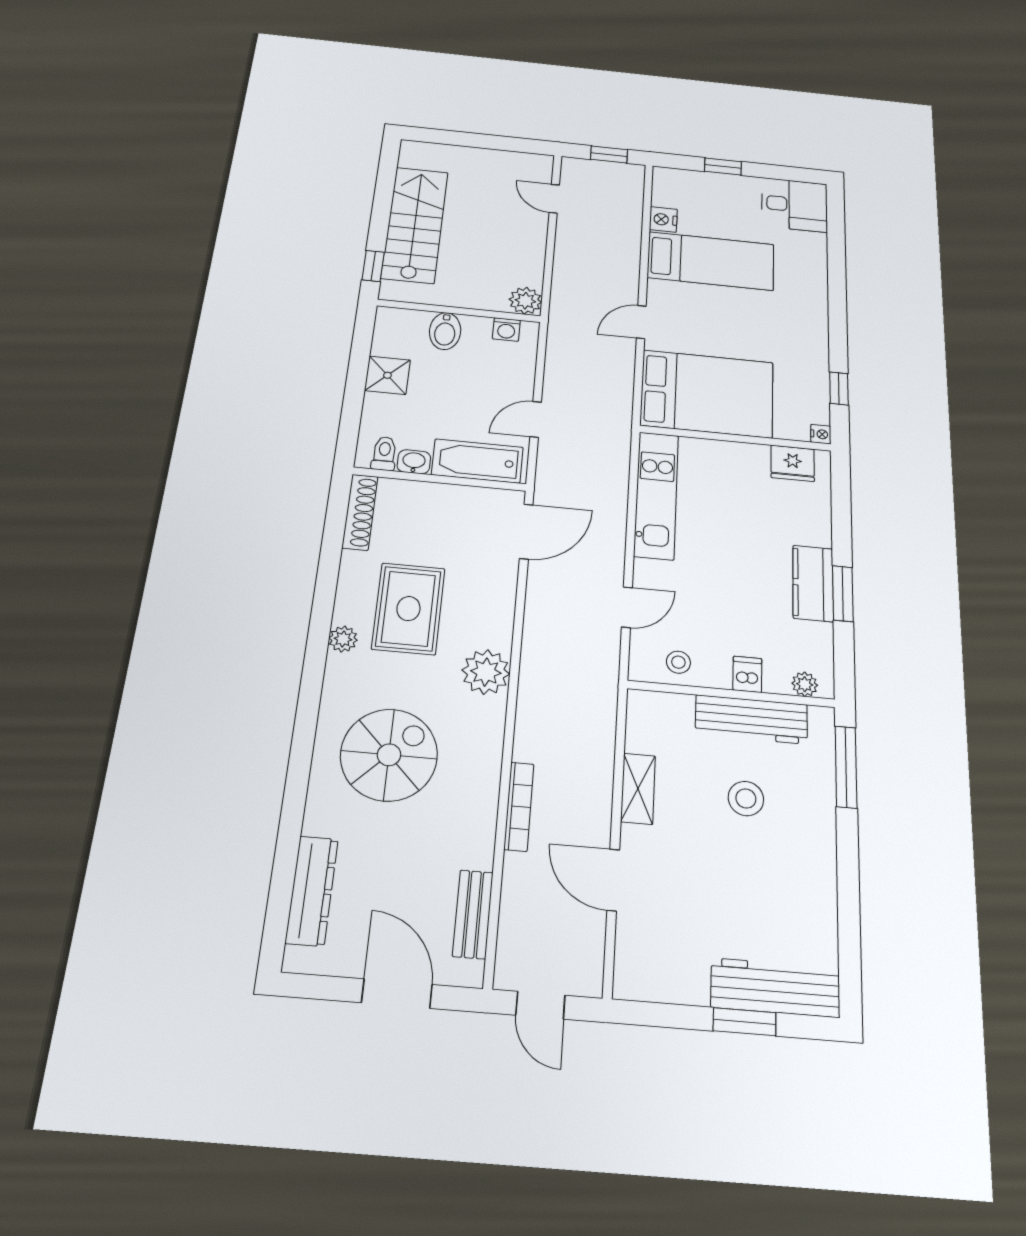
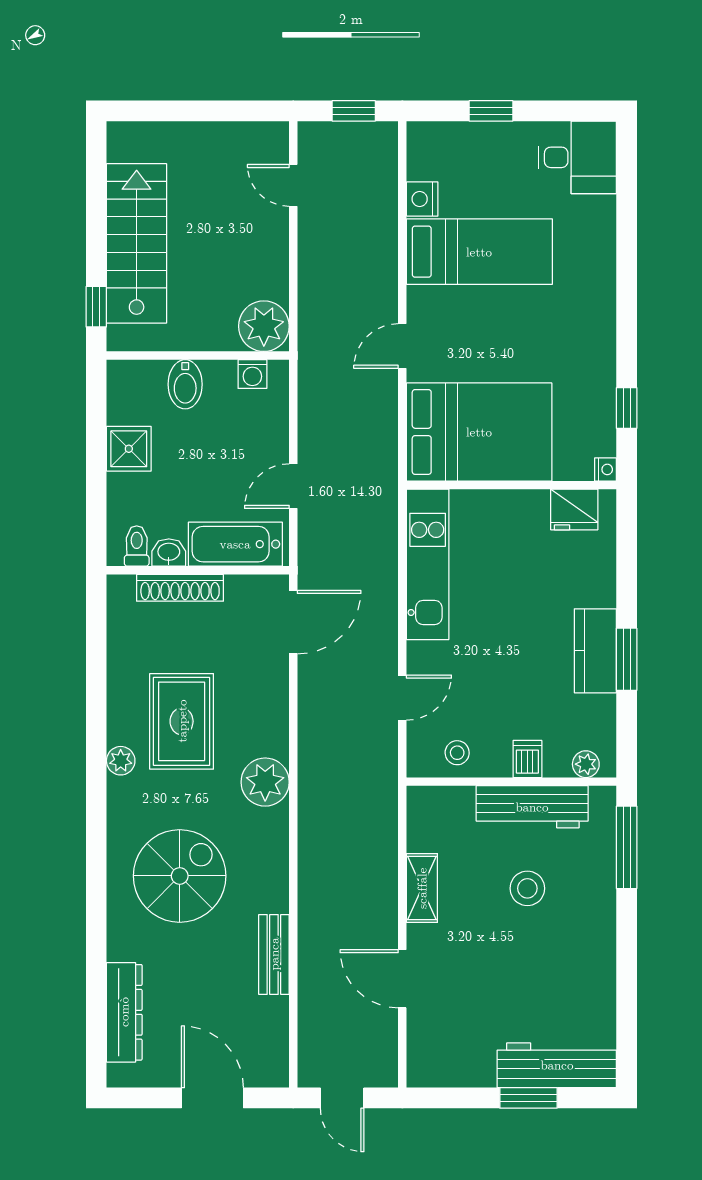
plant: (525, 301) -> (264, 326), width x1.36, depth x1.36
shoe rack: (360, 512) -> (180, 588), moved, turned 90
bookcase: (519, 806) -> (308, 916), removed
bench: (473, 914) -> (274, 954), moved

